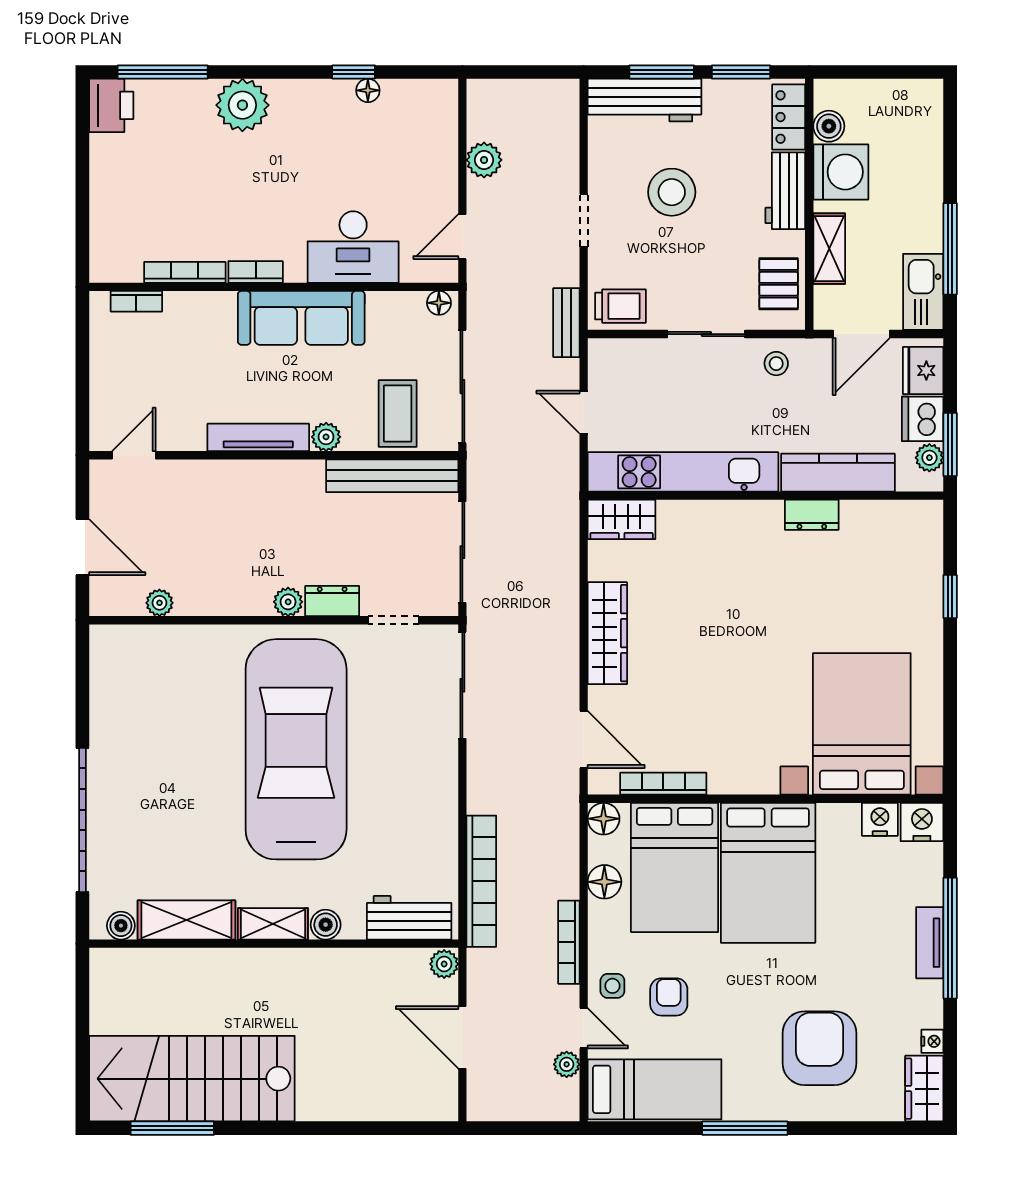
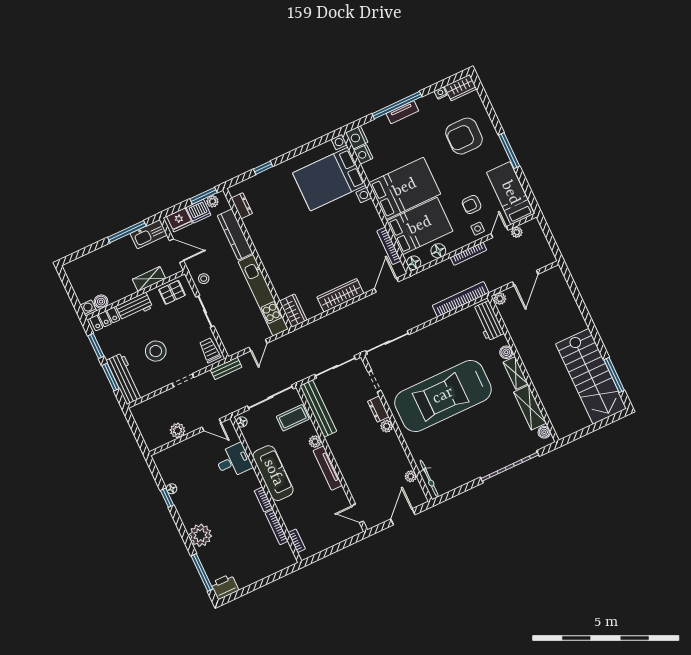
washing machine: (841, 172) -> (88, 308), moved, width x0.53, depth x0.53
desk: (353, 247) -> (233, 461), width x0.73
dresser: (812, 515) -> (242, 206), moved
bicycle: (137, 639) -> (429, 479), added

